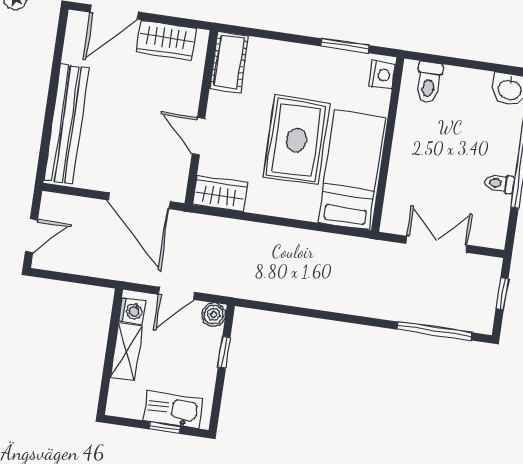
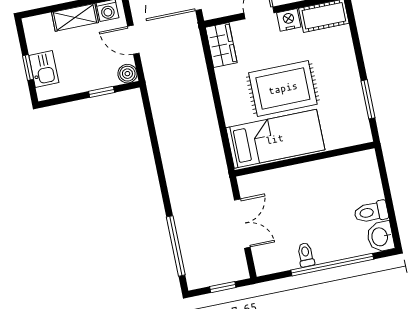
nightstand: (382, 75) -> (289, 20), moved, turned 180
toilet: (429, 82) -> (371, 212), moved
kitchen sink: (173, 410) -> (44, 69), width x0.73

